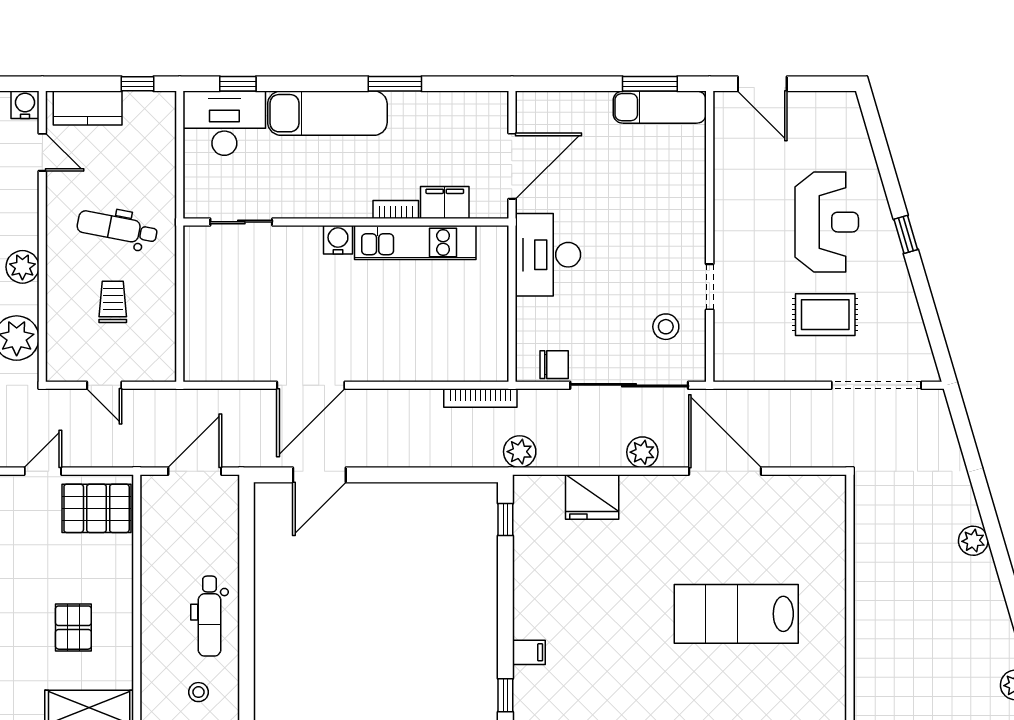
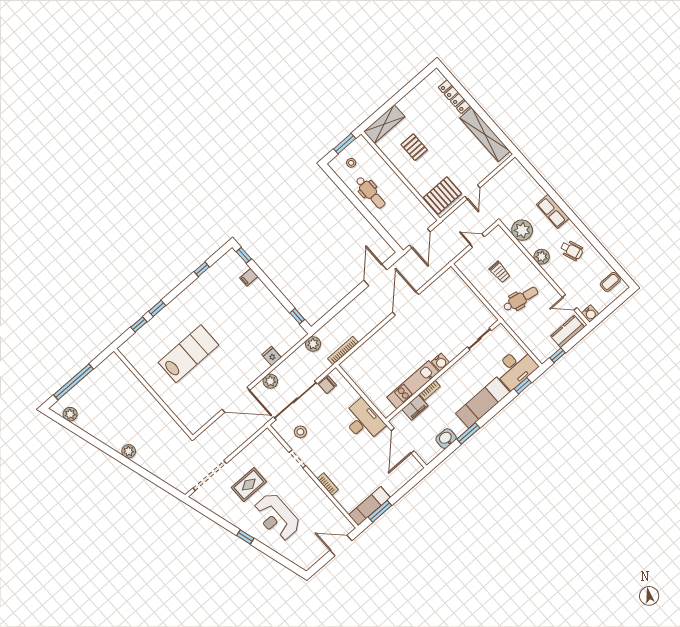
washbasin: (438, 107) -> (446, 439), added
bookcase: (696, 203) -> (328, 484), added
fridge: (592, 497) -> (272, 356), width x0.53, depth x0.75
dental chair: (210, 616) -> (370, 193), turned 180

